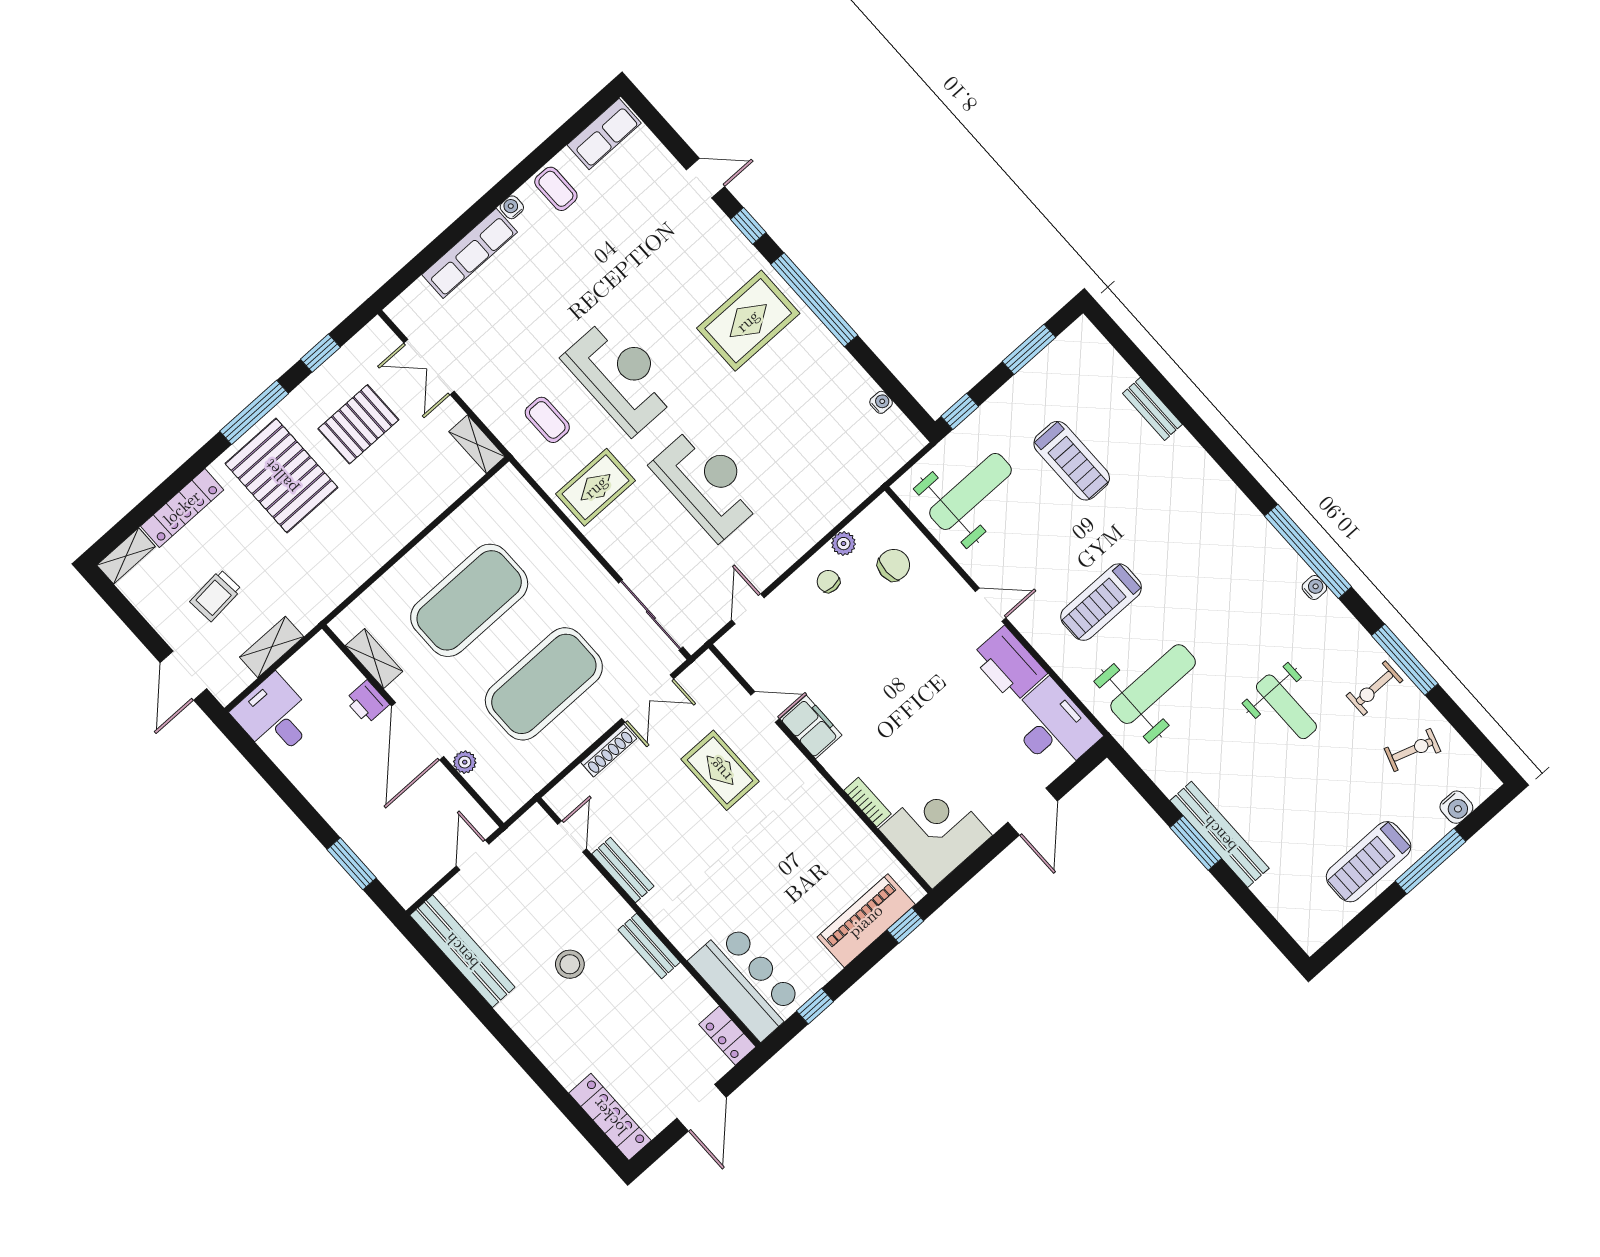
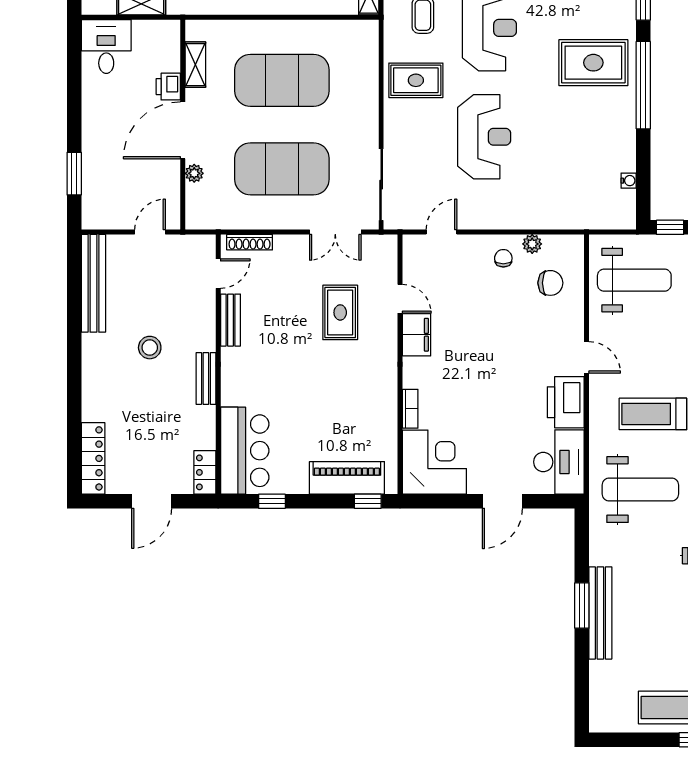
shoe rack: (609, 751) -> (250, 242), moved

